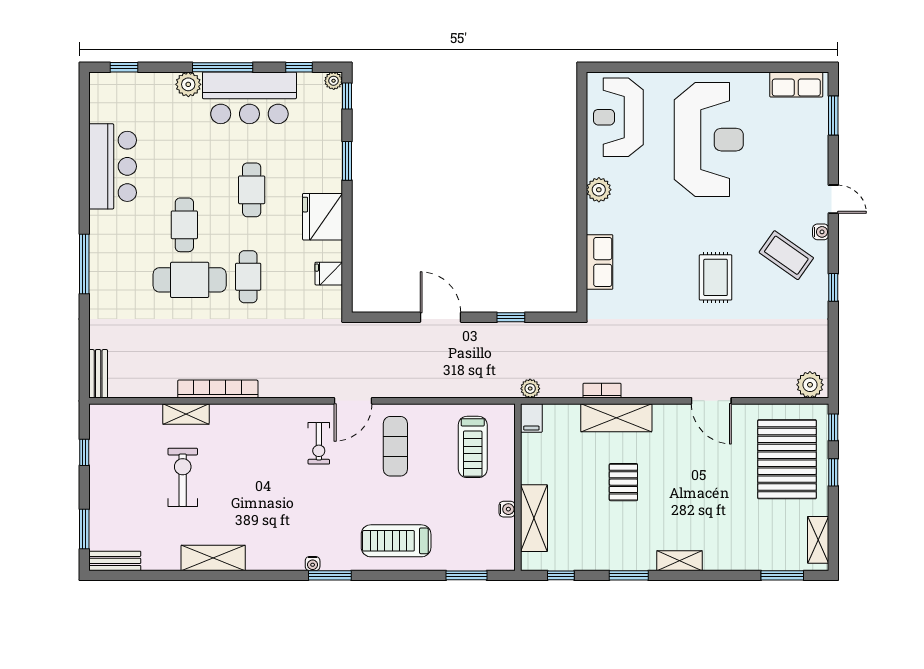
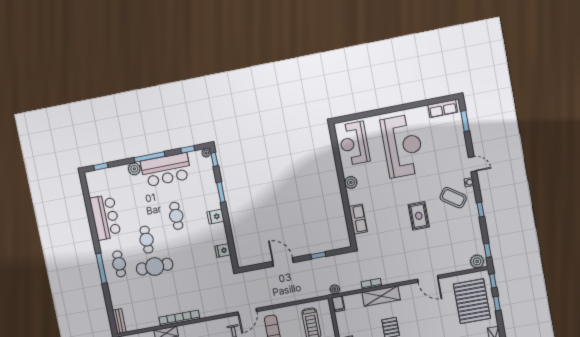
fridge: (323, 217) -> (216, 217), width x0.53, depth x0.75
cafe table: (248, 277) -> (119, 264), moved
window: (833, 367) -> (488, 250), added

